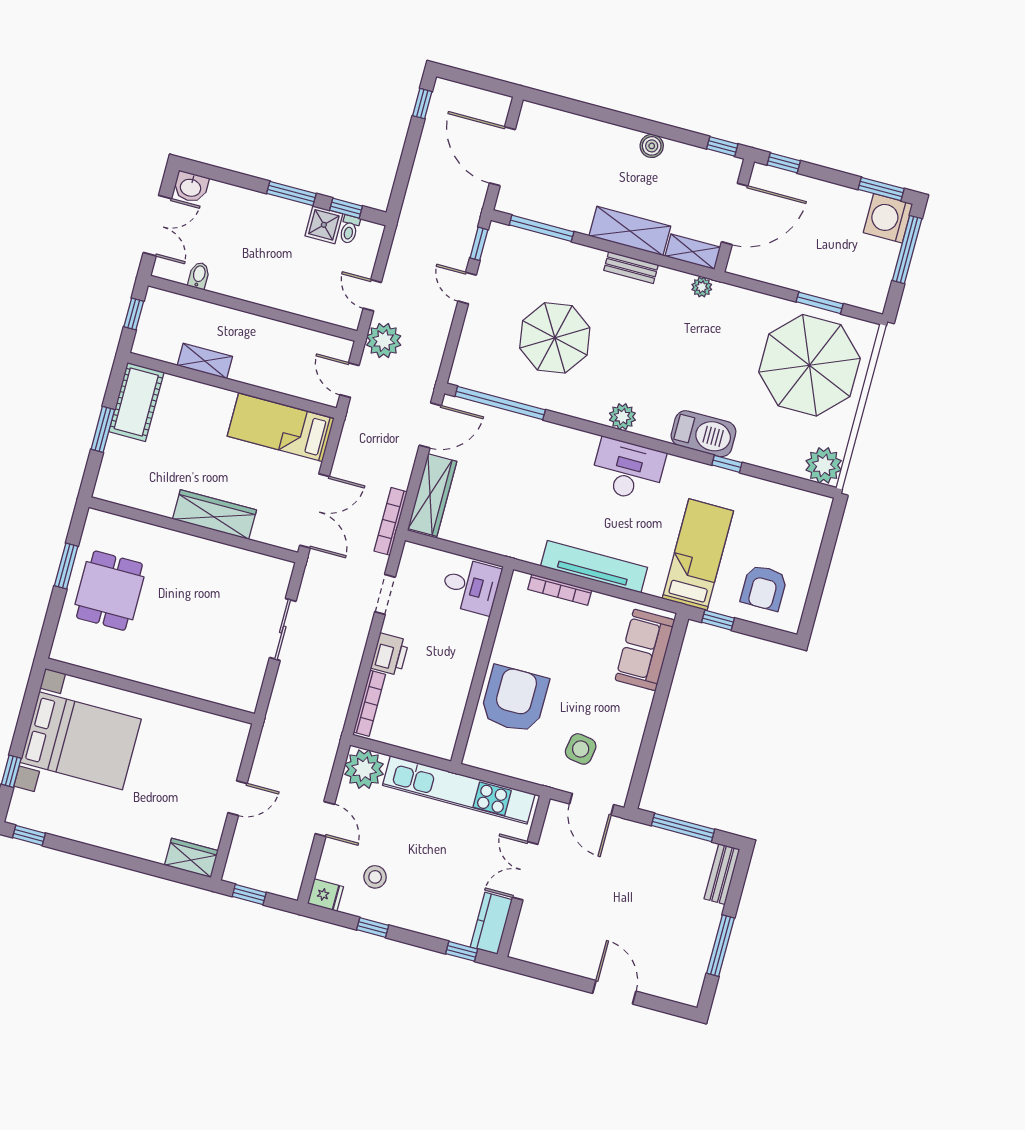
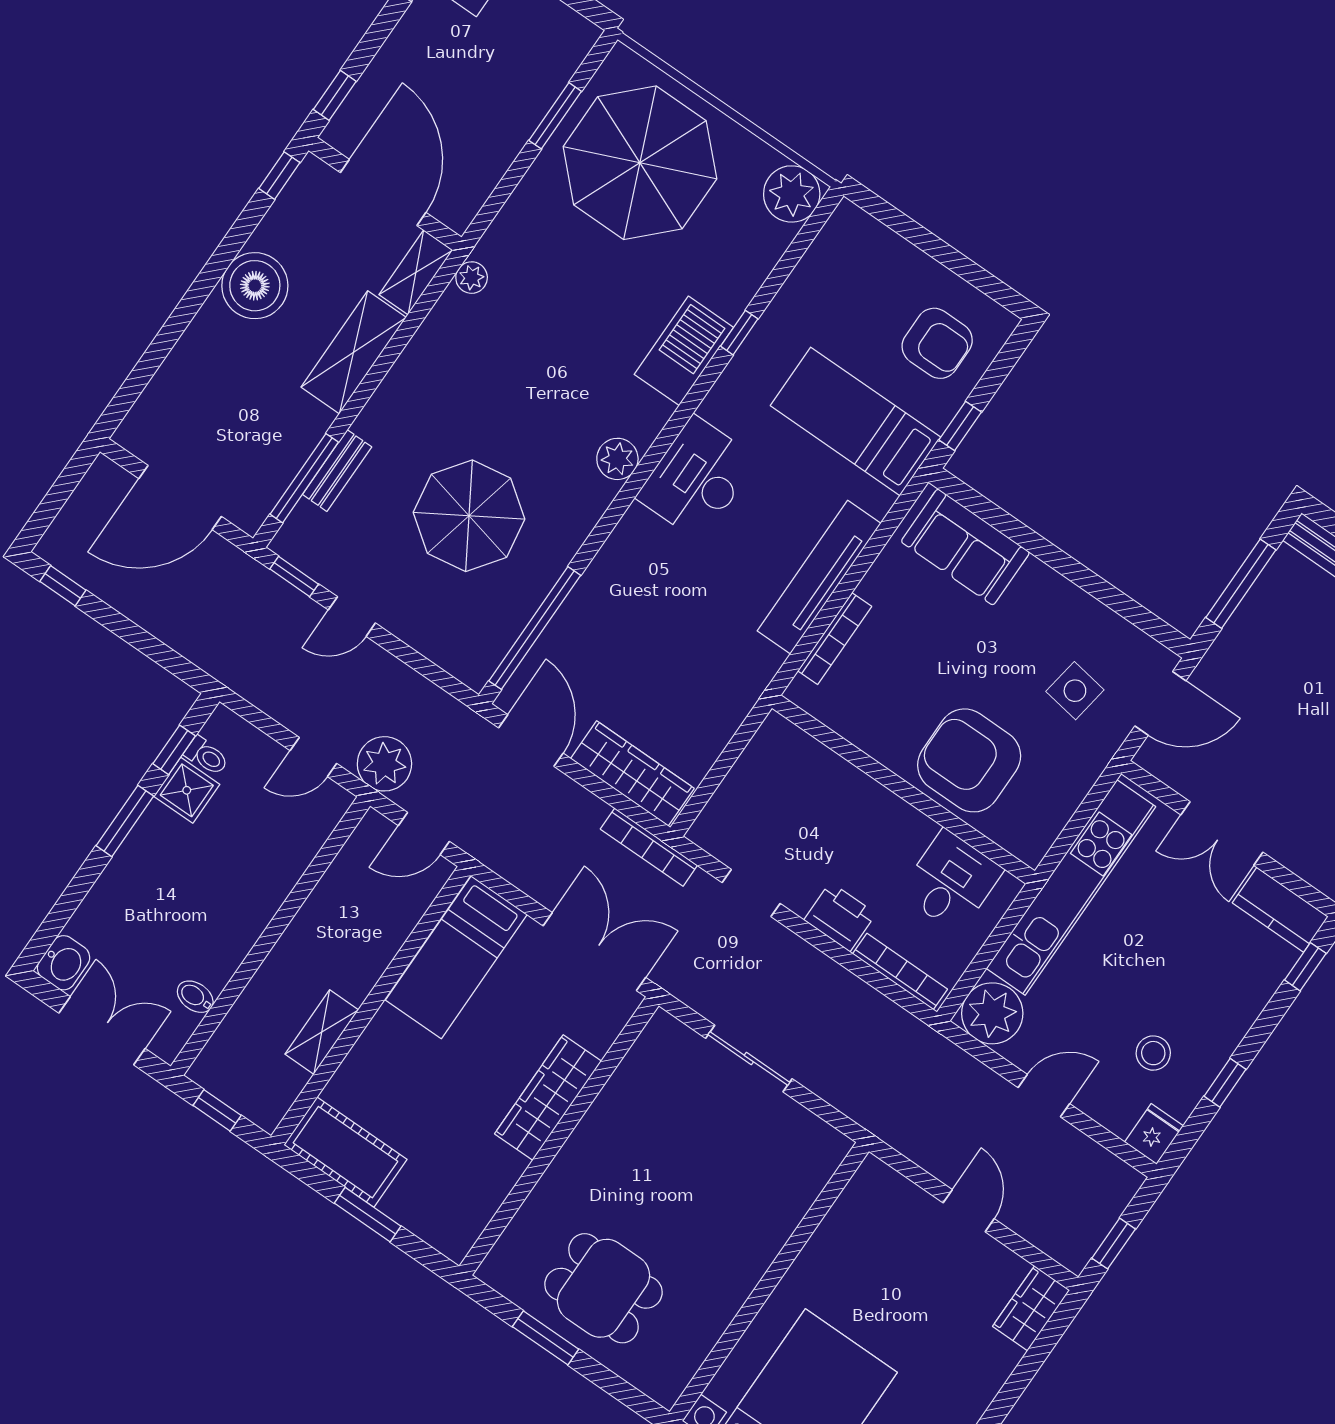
boiler: (652, 146) -> (255, 286), width x1.86, depth x1.86
bench: (631, 268) -> (337, 471), moved
desk: (471, 586) -> (951, 881), moved

